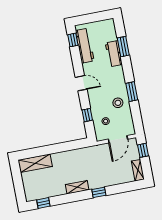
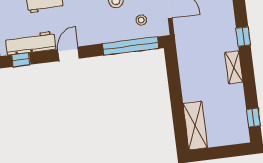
door: (81, 83) -> (68, 54), moved
window: (87, 115) -> (131, 46), width x3.17

